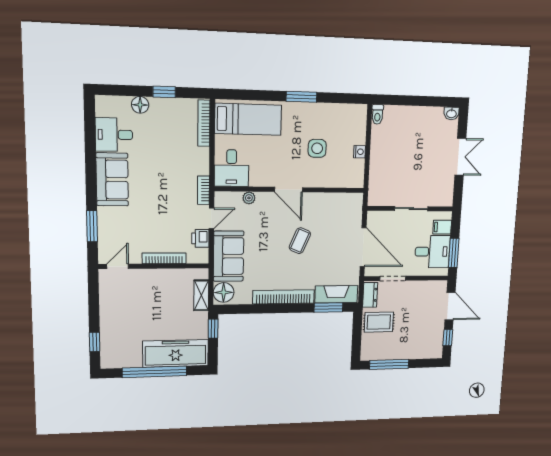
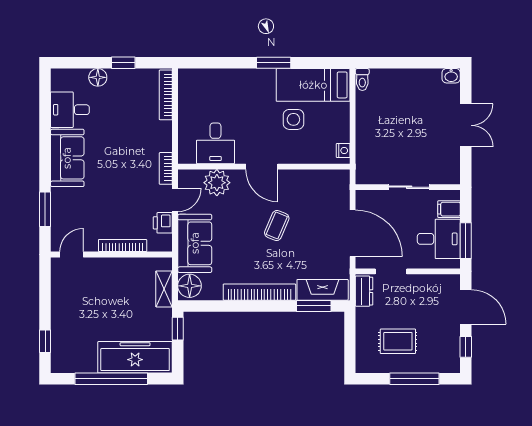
bed: (248, 119) -> (313, 85), moved, turned 180
nightstand: (359, 152) -> (343, 151), moved
desk: (232, 168) -> (215, 143), moved
plant: (249, 198) -> (217, 183), width x1.87, depth x1.87
rug: (379, 322) -> (398, 341), moved
window: (389, 364) -> (414, 379), moved

